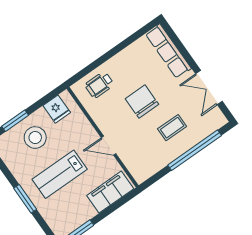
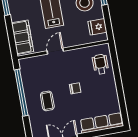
chair: (142, 102) -> (75, 88), width x0.54, depth x0.54
window: (195, 150) -> (21, 93), moved

